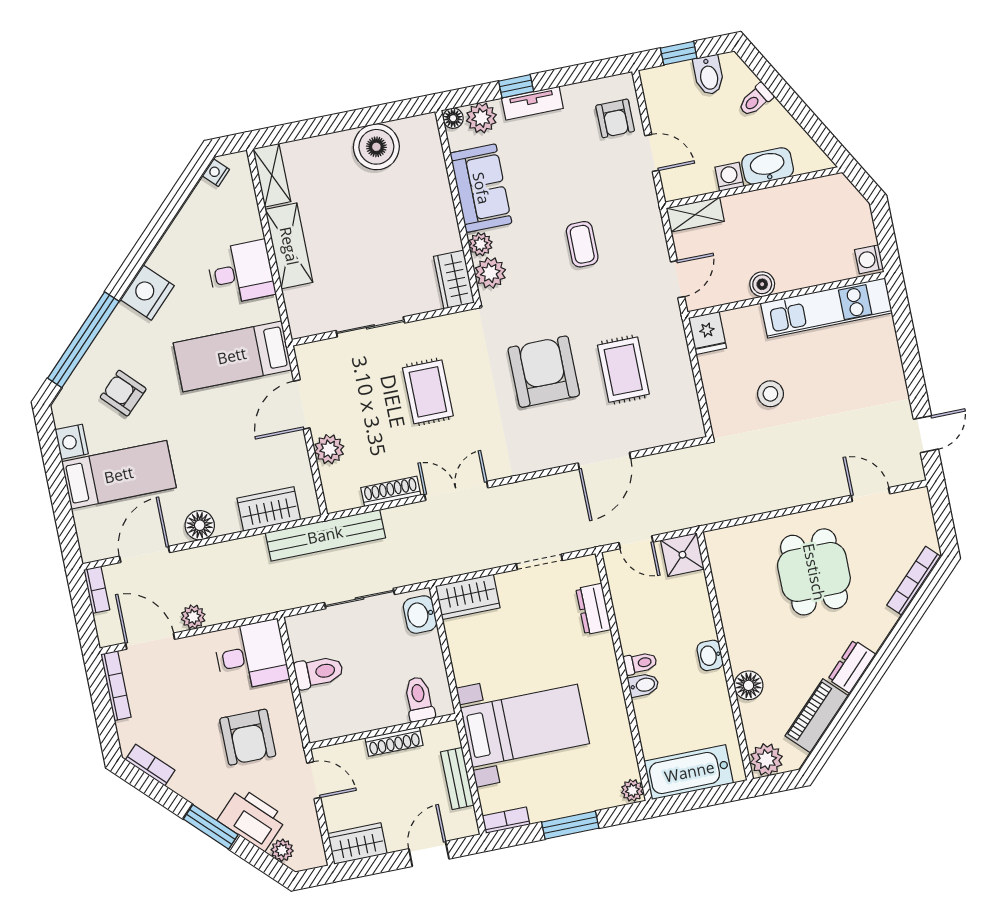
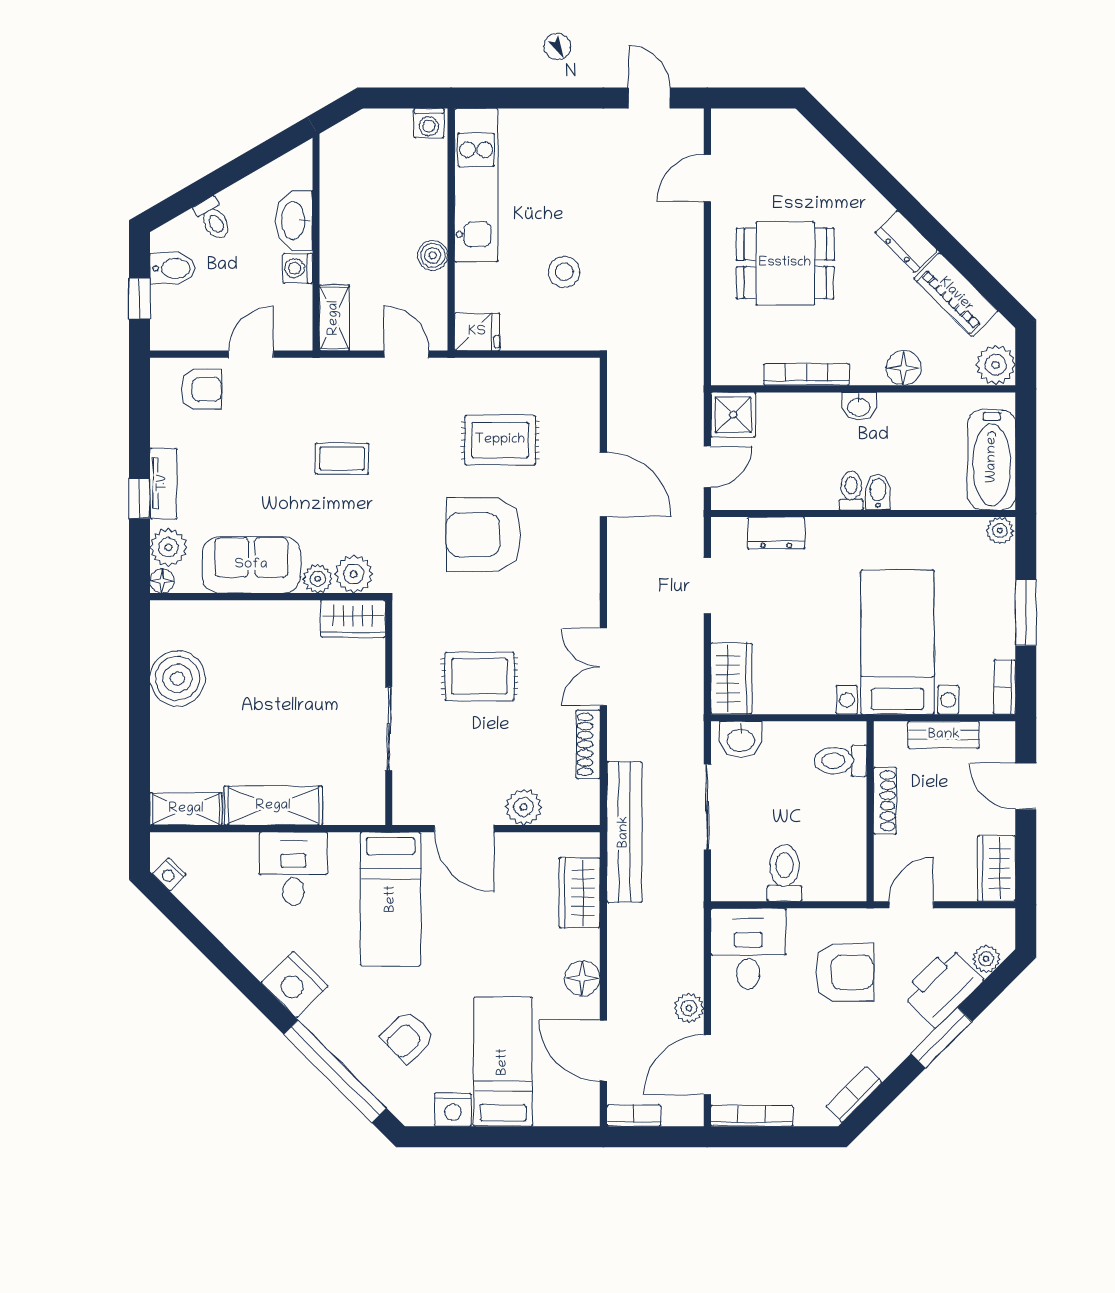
bookcase: (914, 581) -> (806, 374), moved, turned 135

